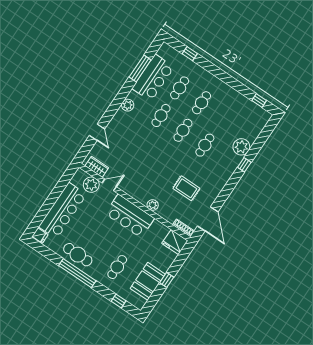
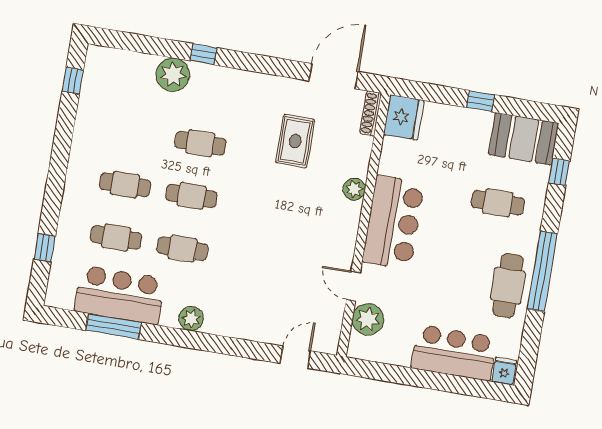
door: (97, 132) -> (295, 357), moved
wardrobe: (97, 167) -> (330, 324), removed
bar counter: (63, 211) -> (454, 353), width x0.73
booth: (148, 281) -> (524, 139), moved

